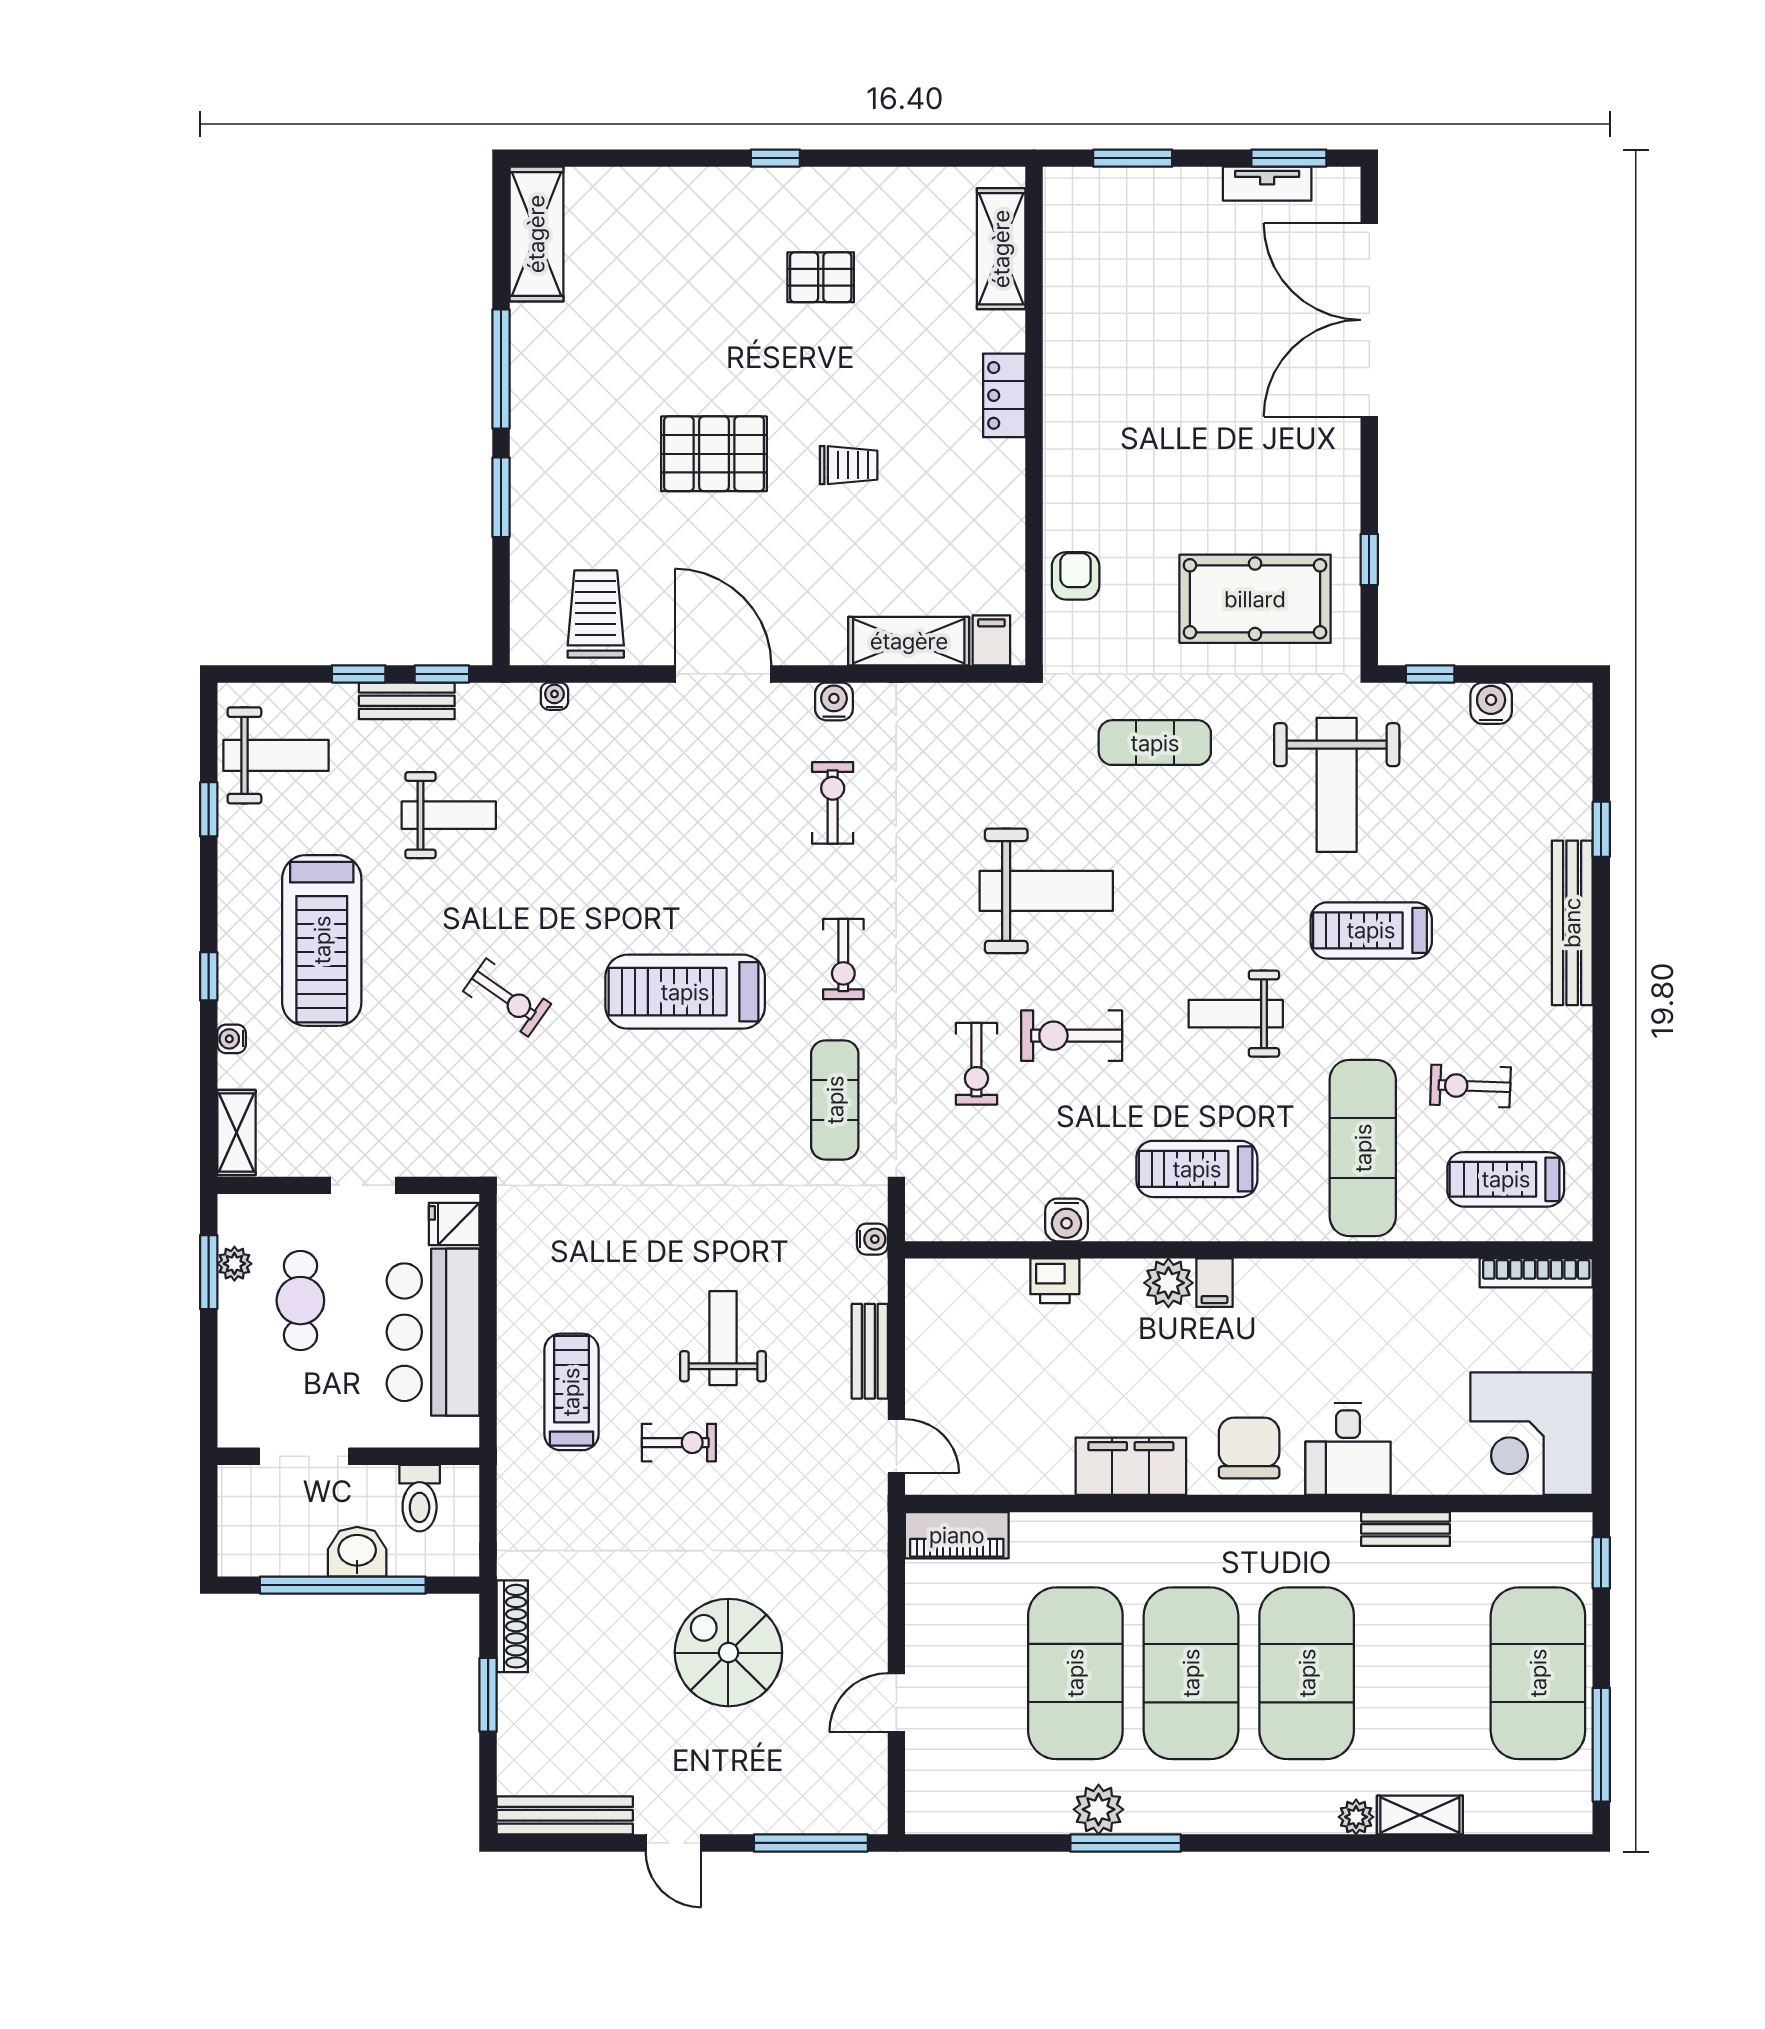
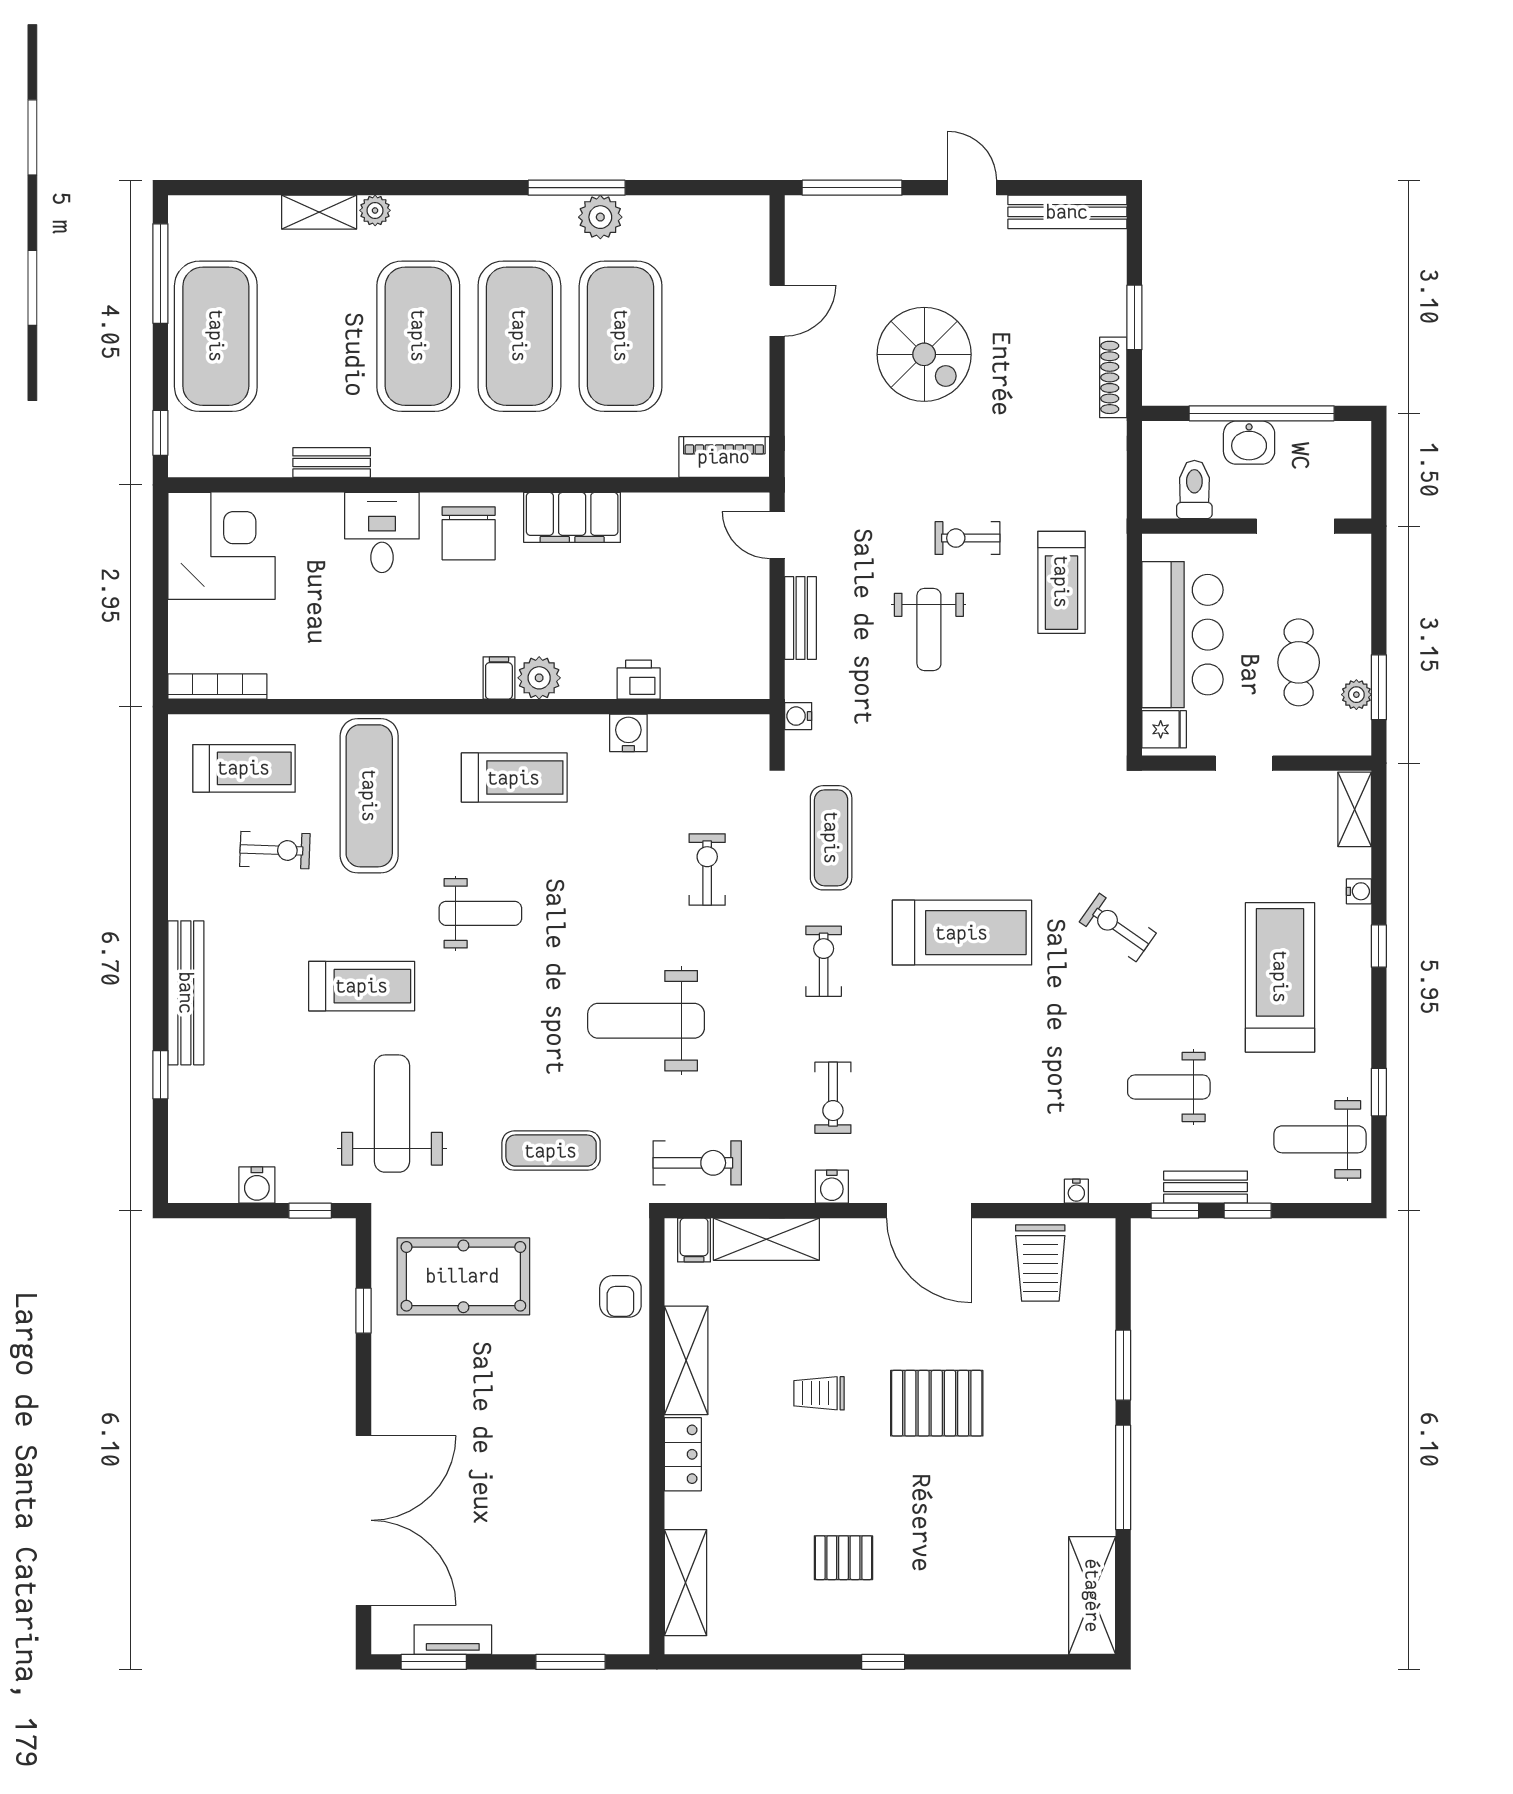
shelving: (1001, 503) -> (686, 1360), added
exercise bike: (1072, 1036) -> (697, 1163), moved

